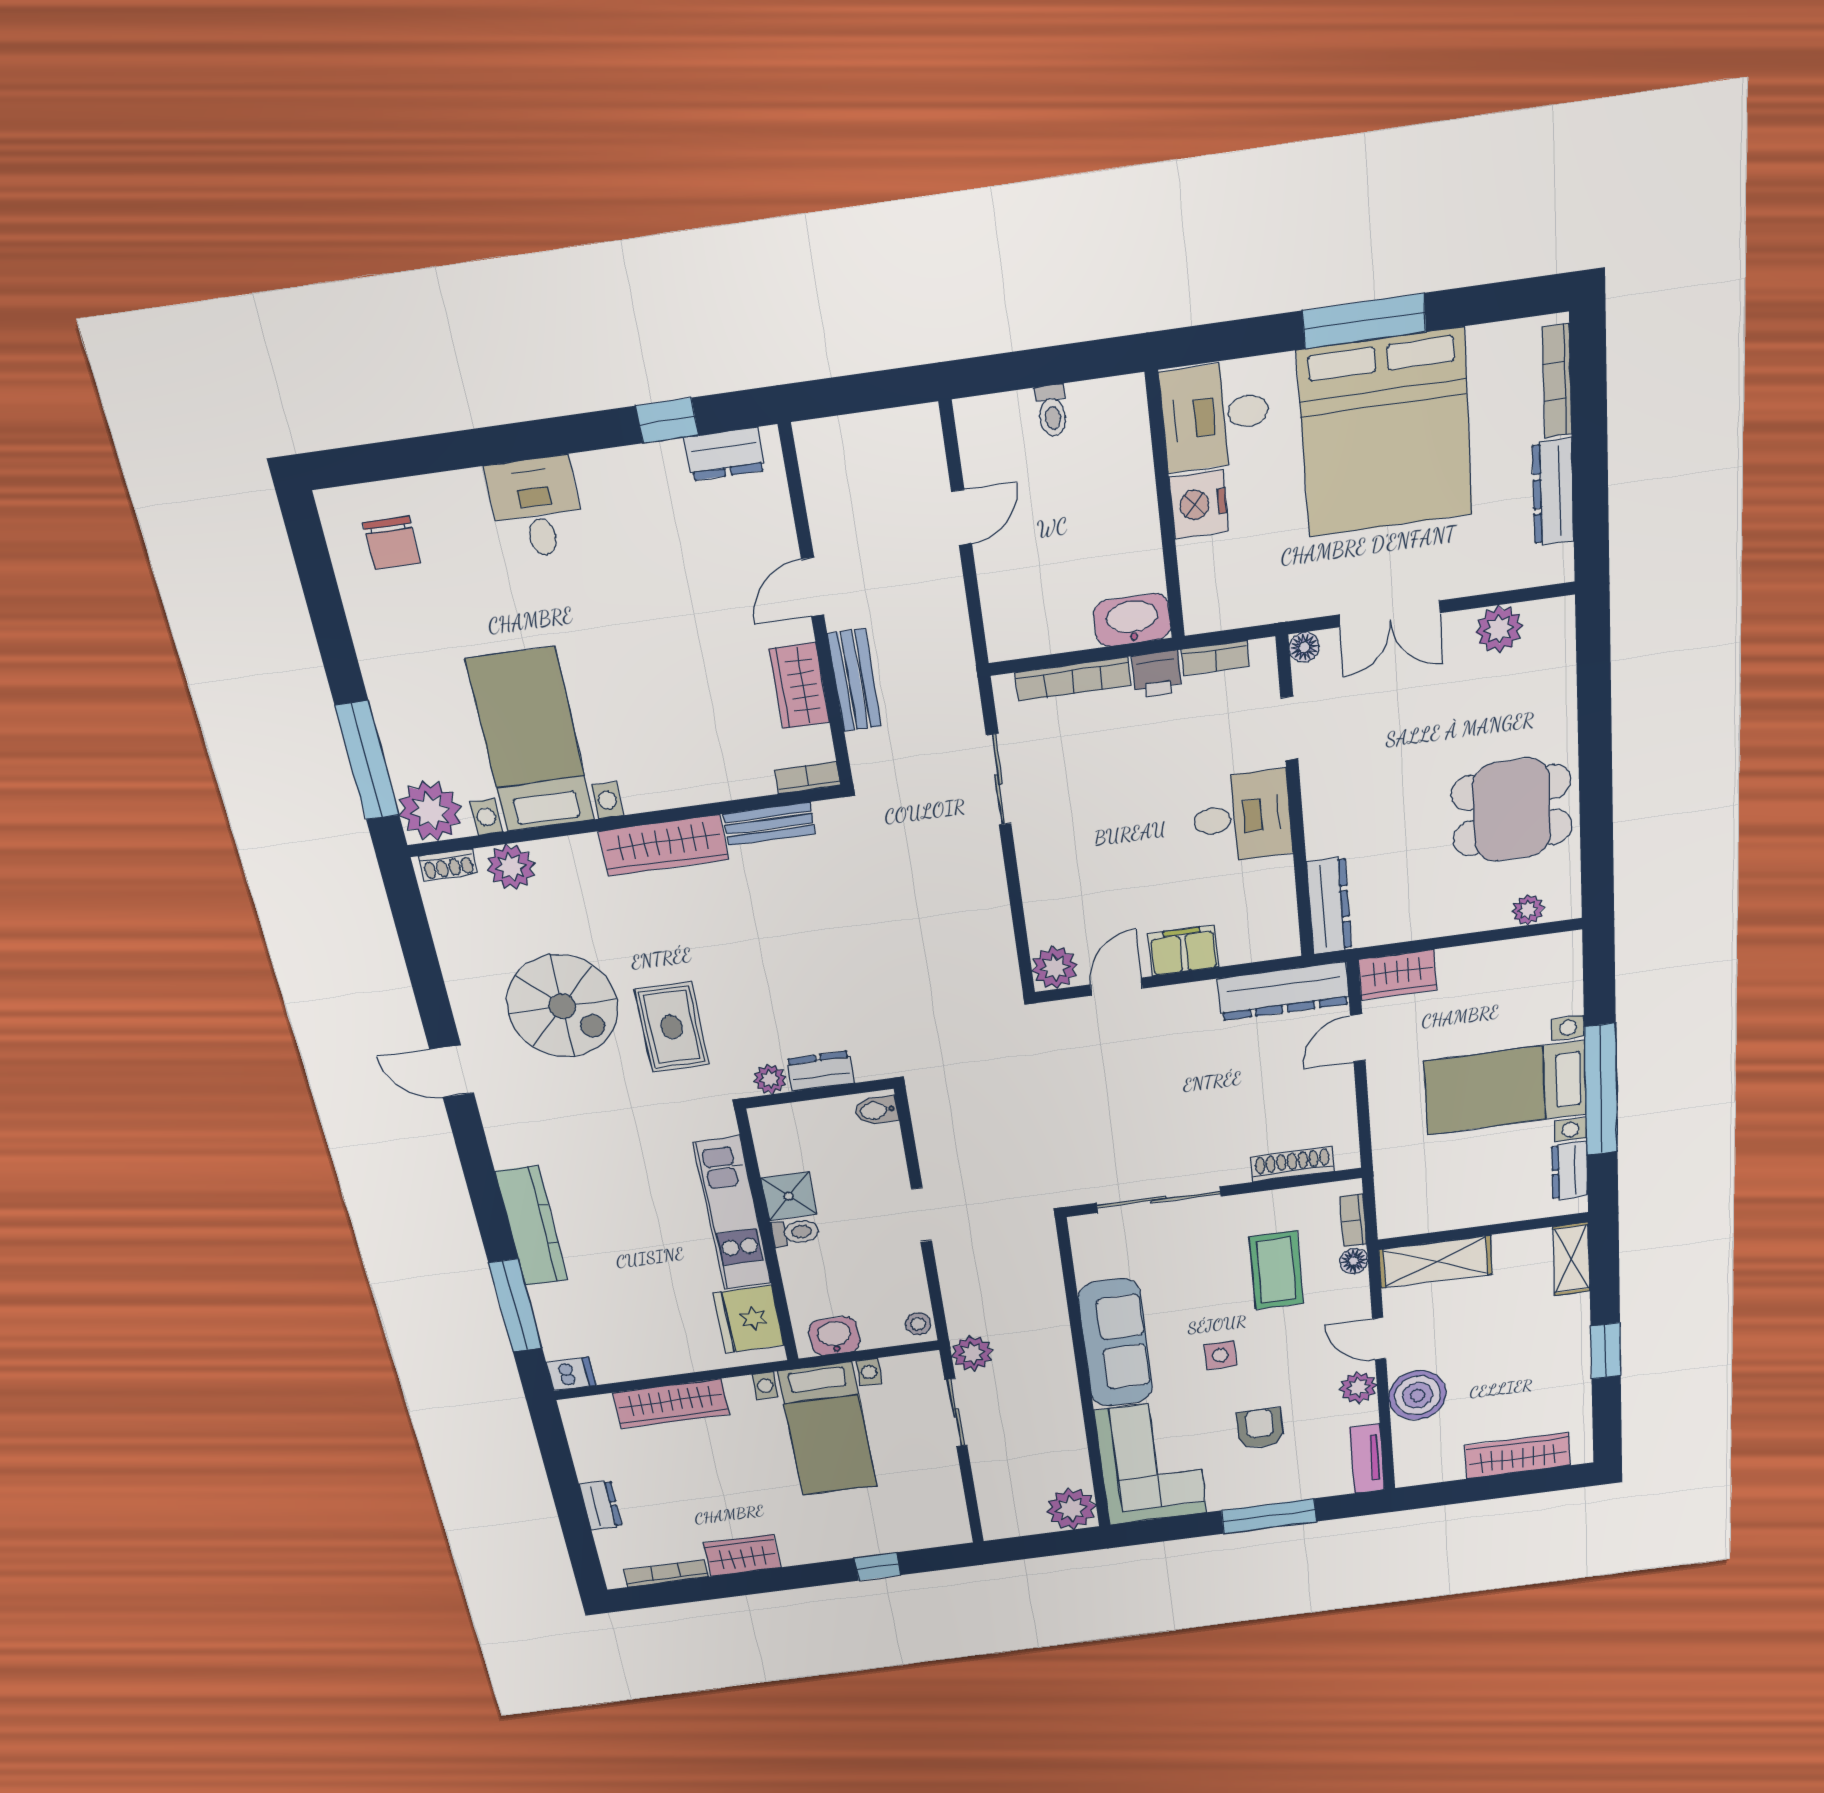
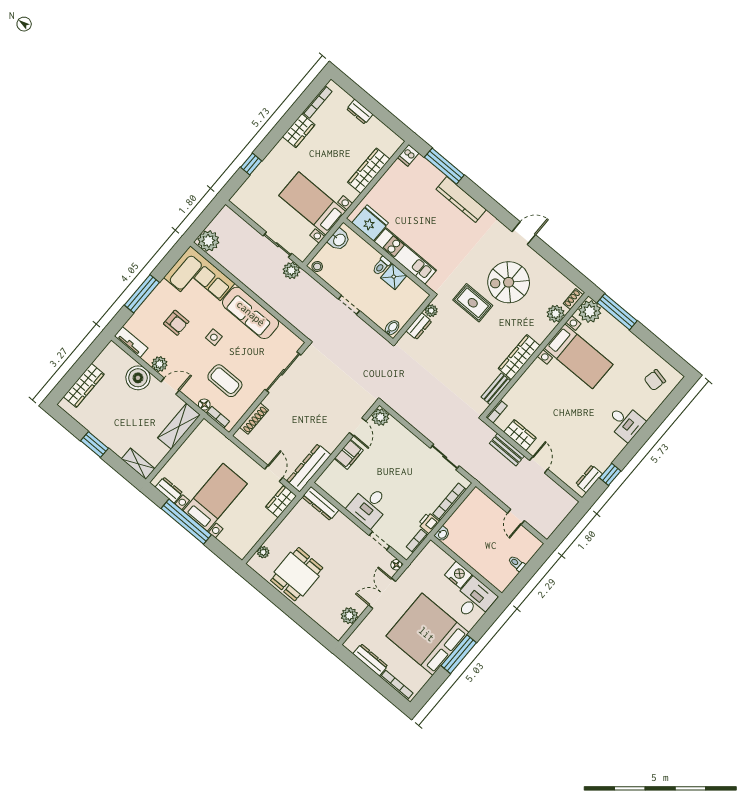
chair: (392, 543) -> (655, 380), turned -78
washbasin: (1132, 620) -> (442, 534), width x0.52, depth x0.69

